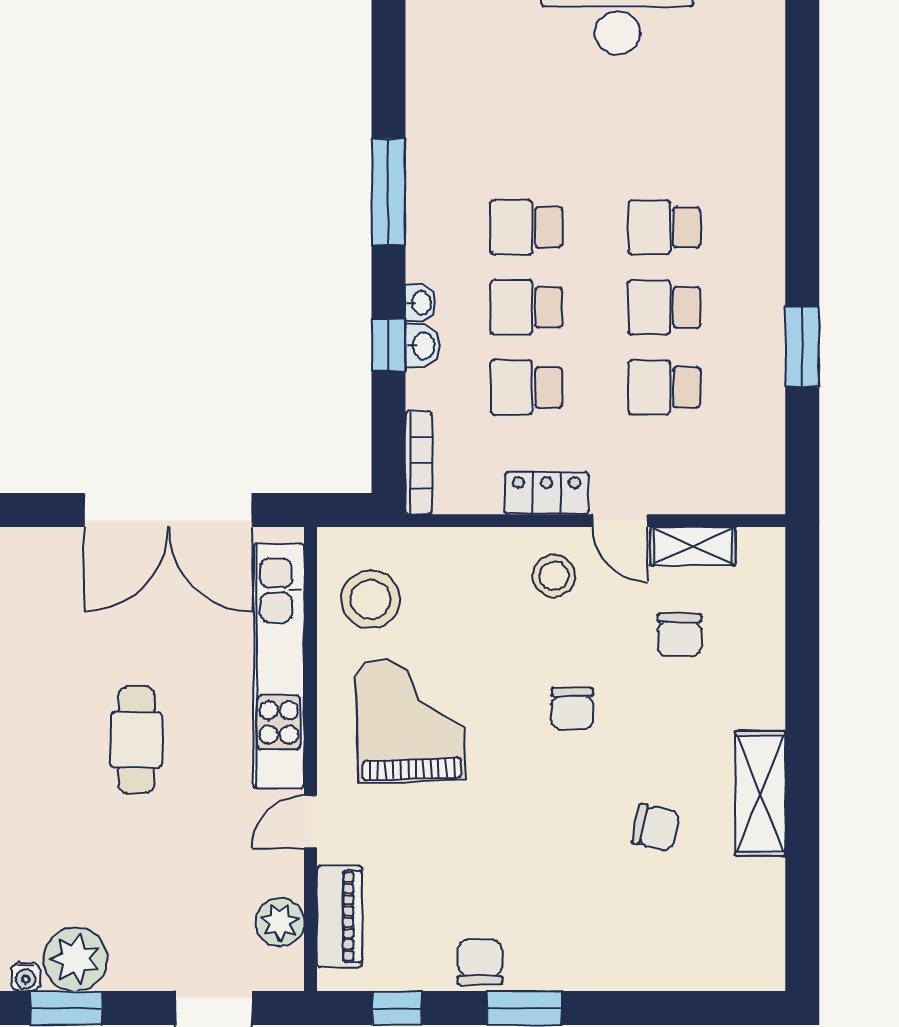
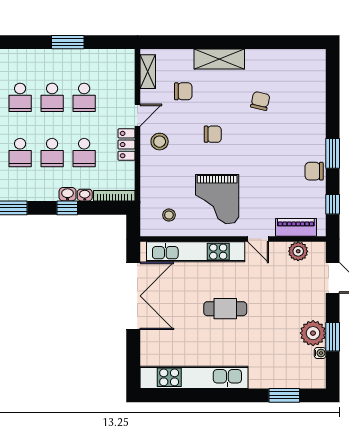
washbasin: (420, 303) -> (85, 195), moved
shelving: (693, 546) -> (148, 72), moved
stool: (370, 599) -> (169, 215), width x0.53, depth x0.53
grand piano: (410, 720) -> (217, 199), turned -88
shelving: (760, 793) -> (219, 59), moved

